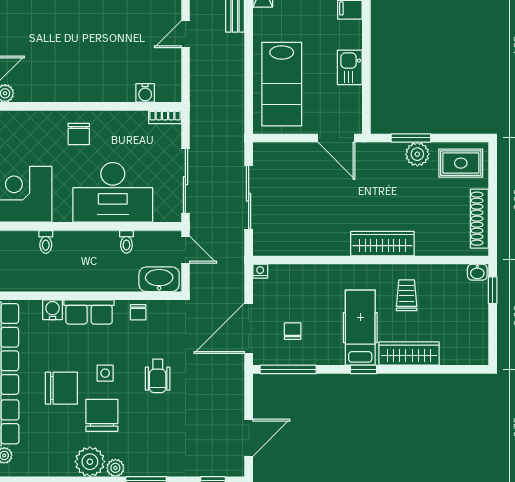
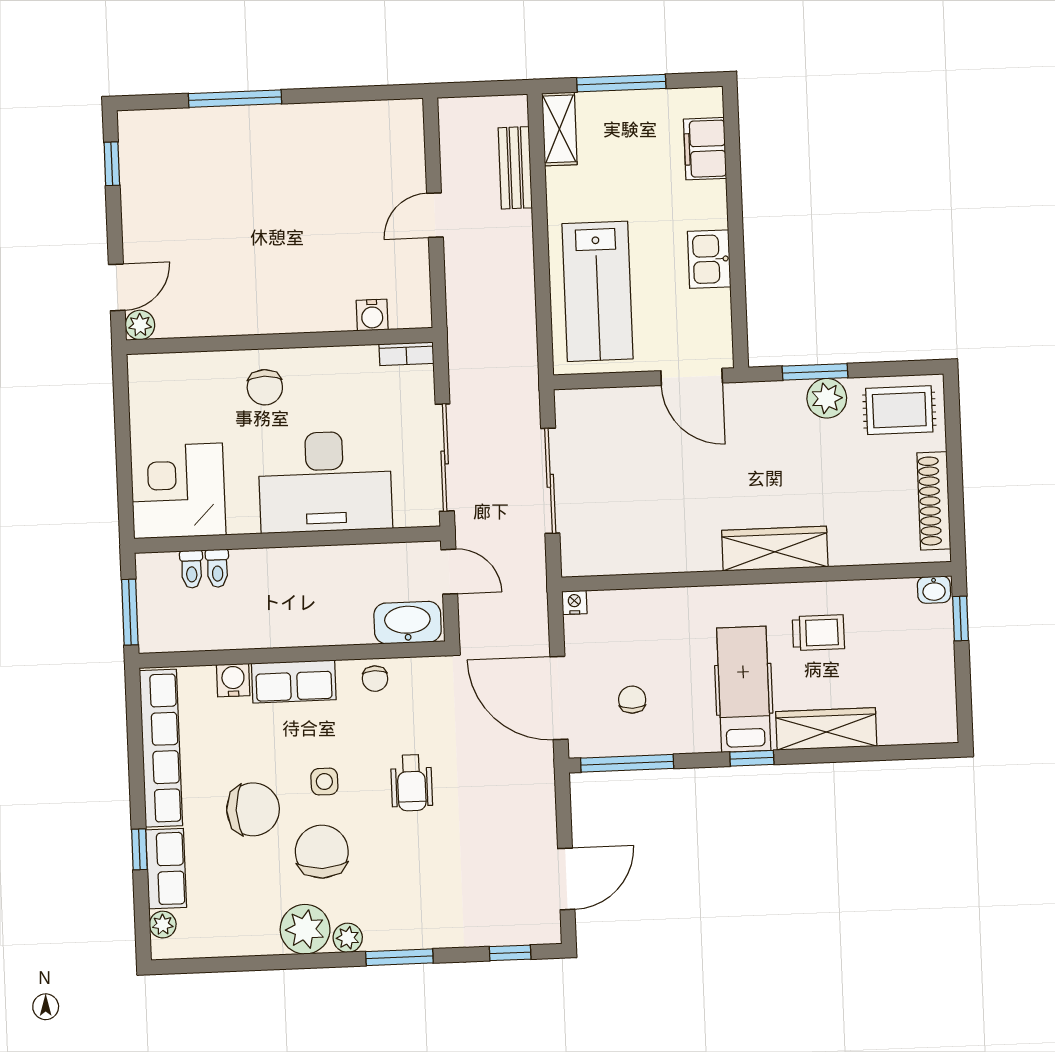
toilet: (126, 242) -> (192, 569), moved
trolley: (407, 295) -> (818, 633), turned 90
door: (249, 328) -> (559, 698), hinge flipped

